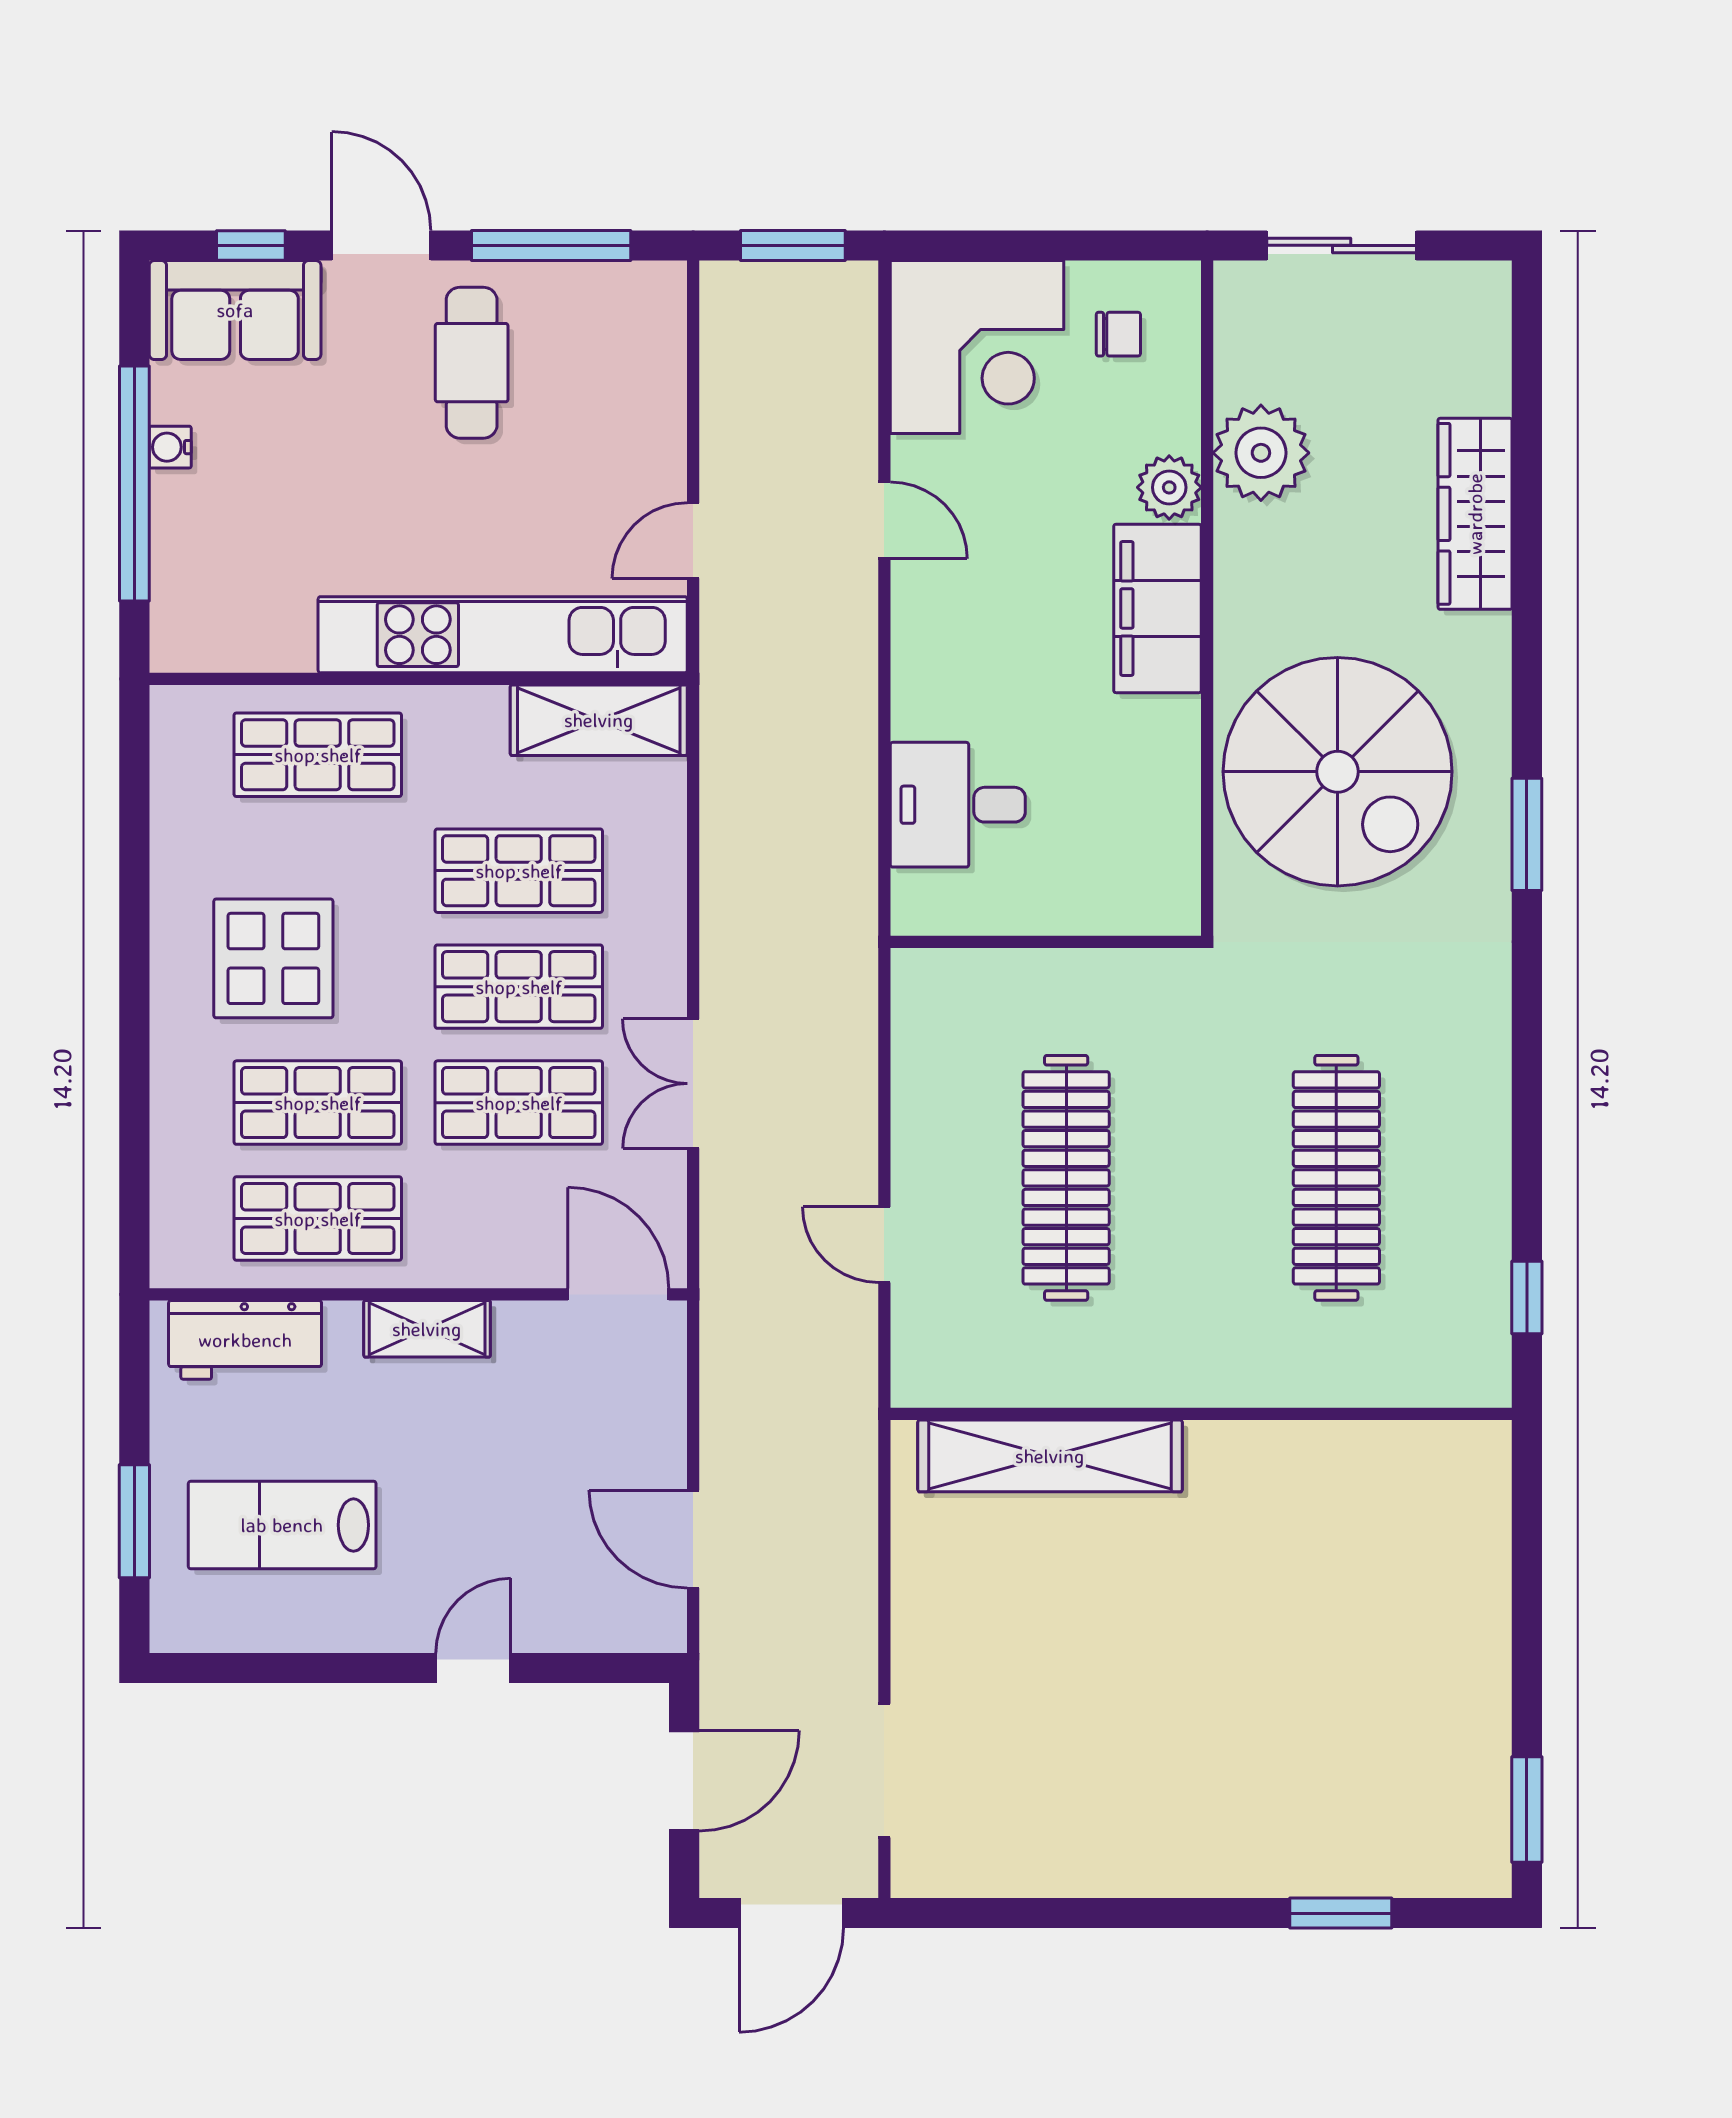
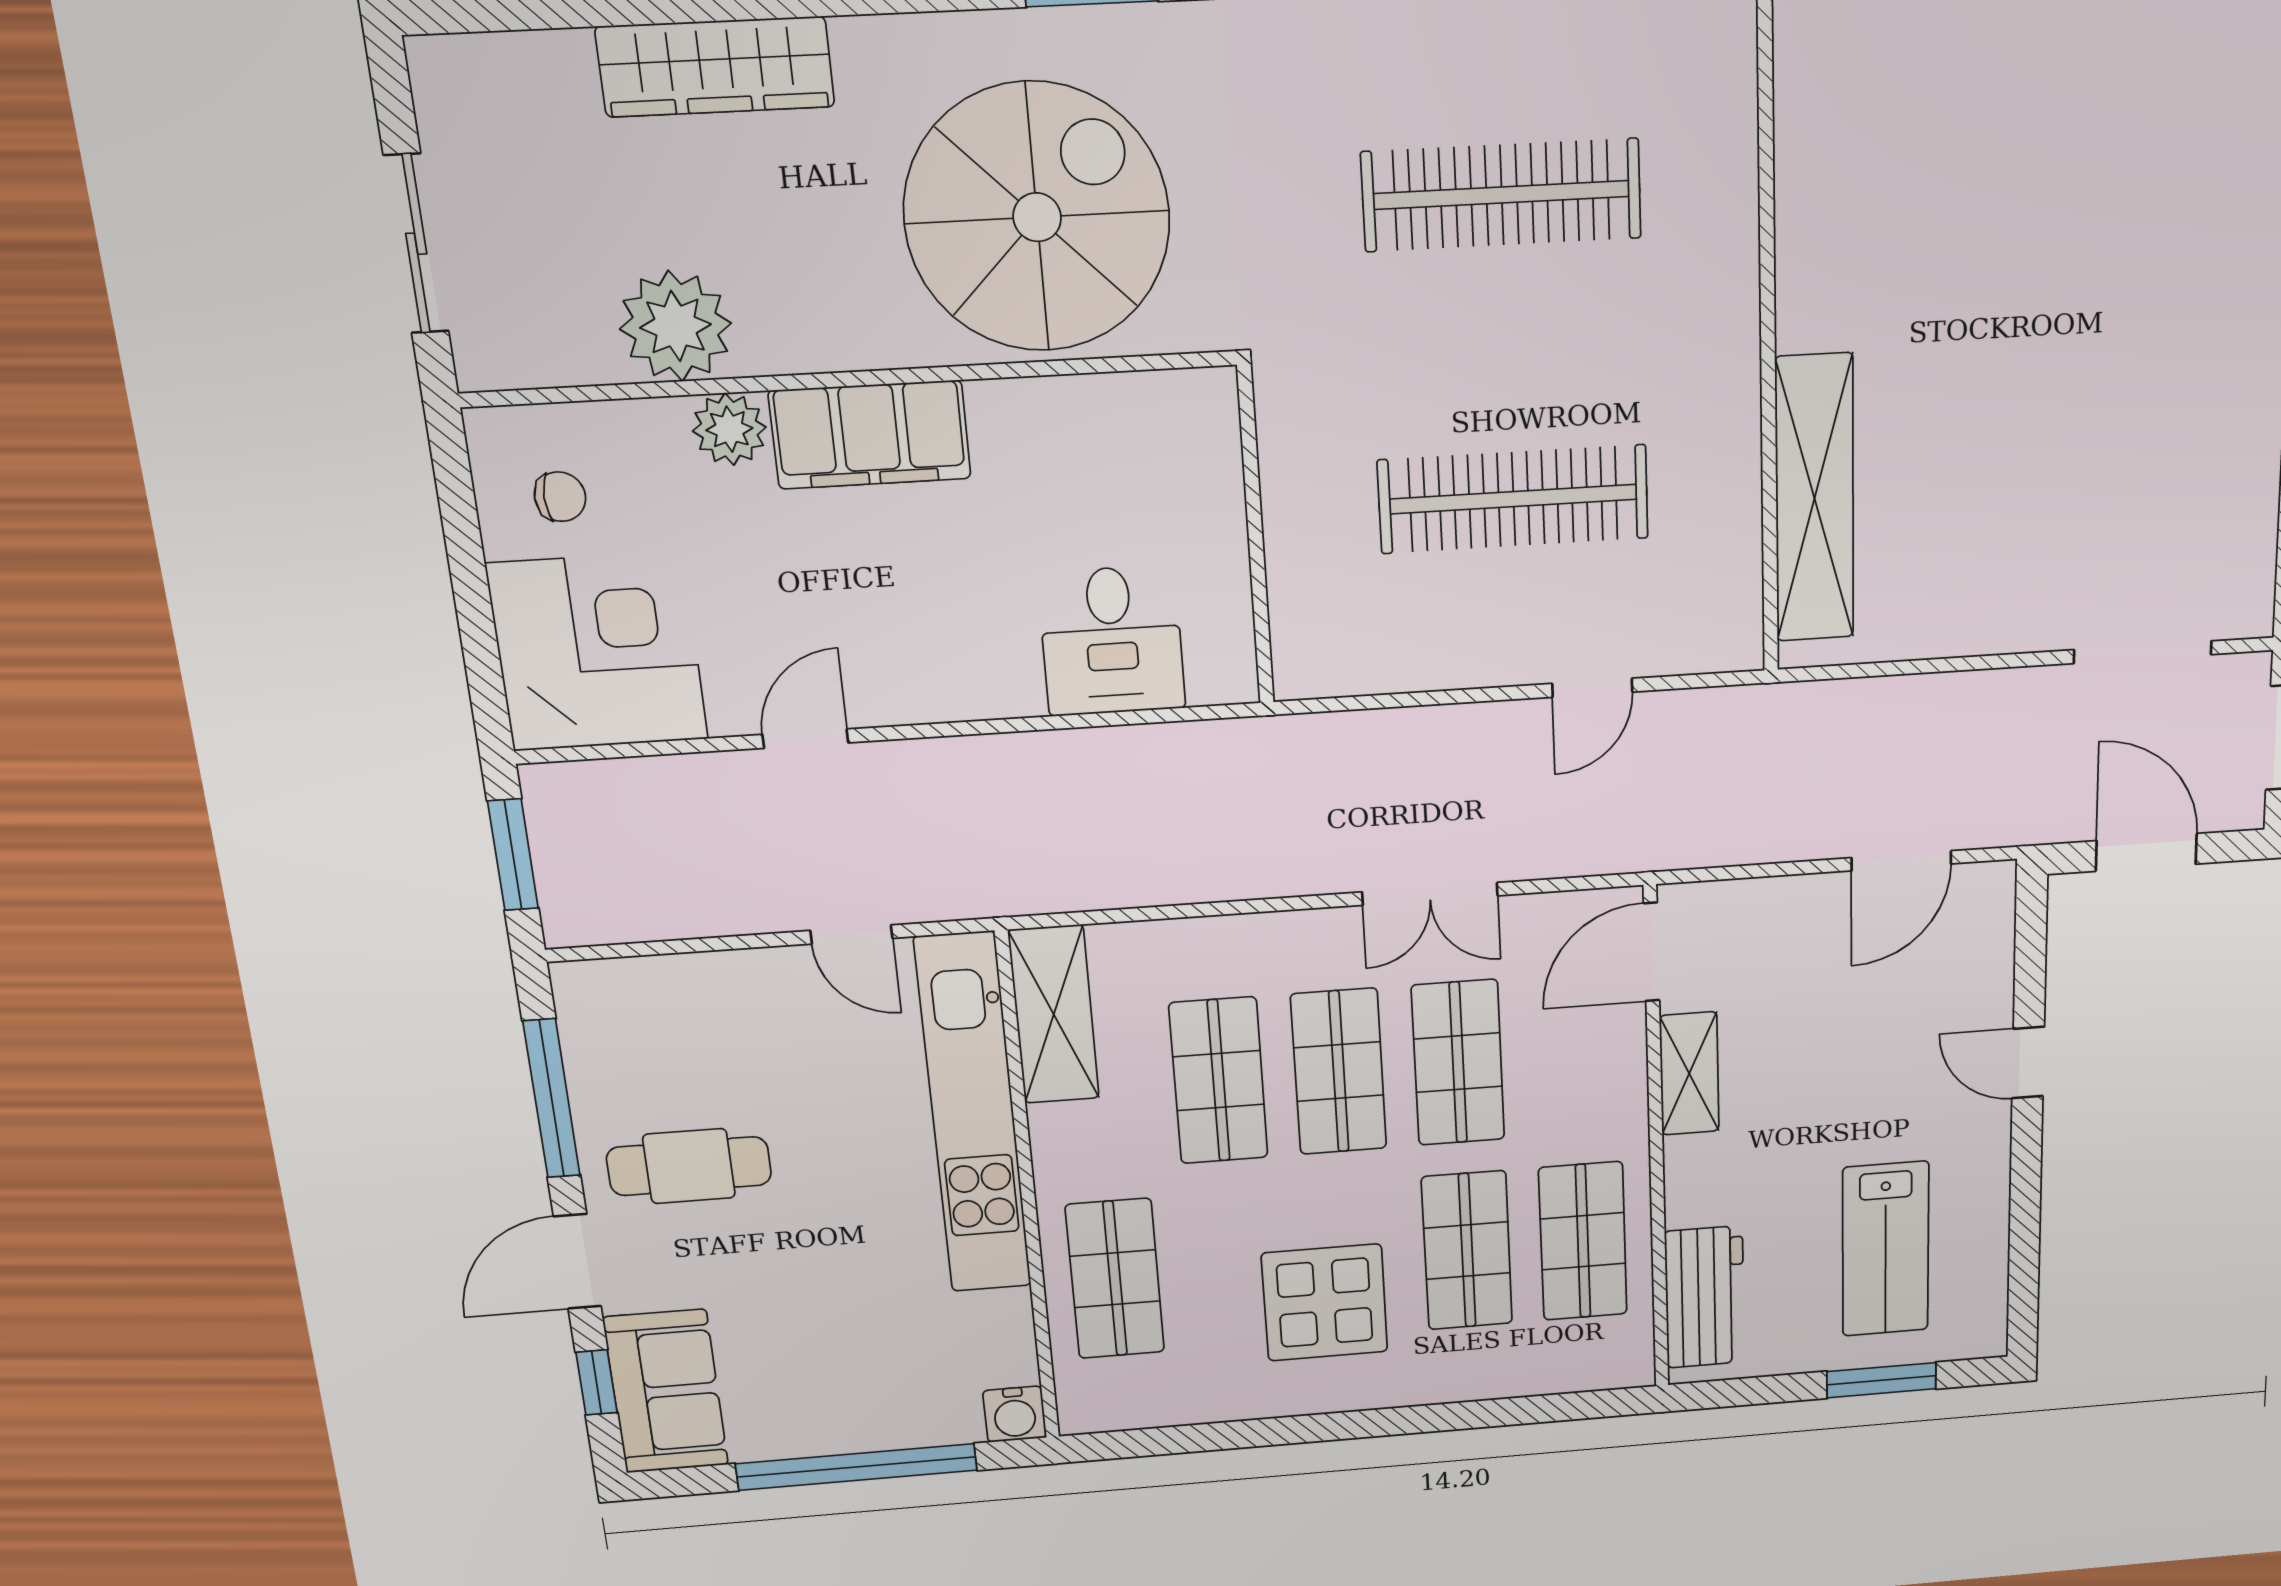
chair: (1118, 334) -> (560, 497), turned 90
water cooler: (170, 447) -> (1015, 1414), moved, width x1.38, depth x1.38
shelving: (427, 1329) -> (1689, 1074), moved

